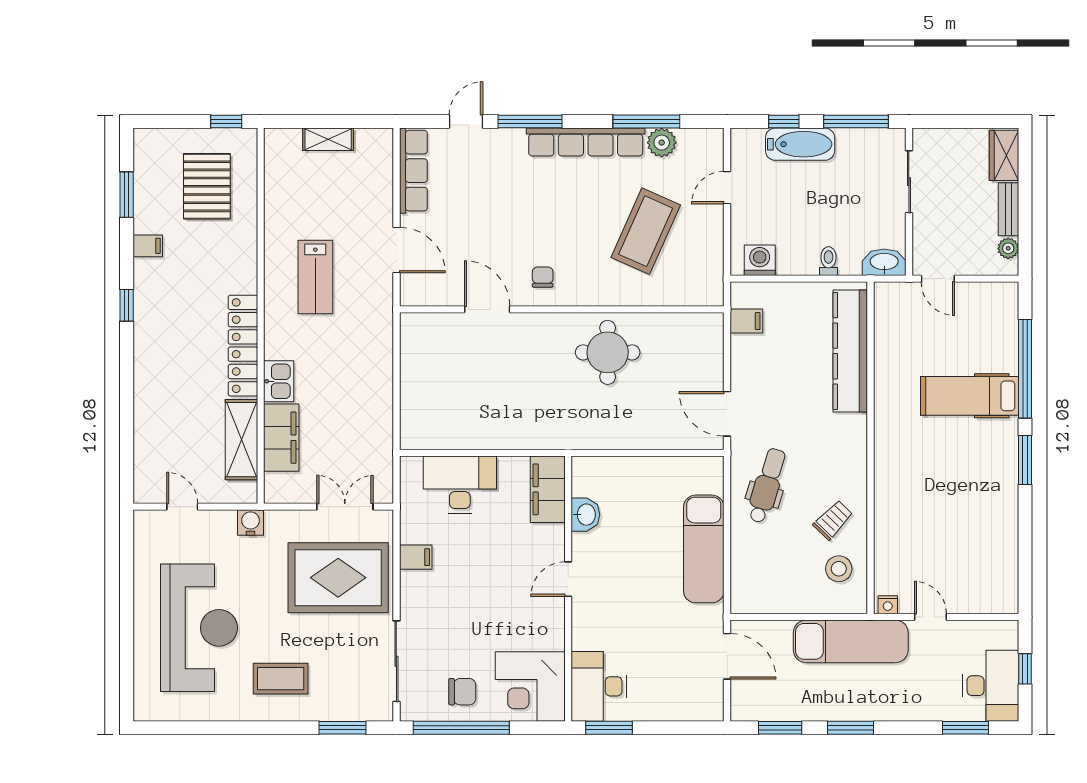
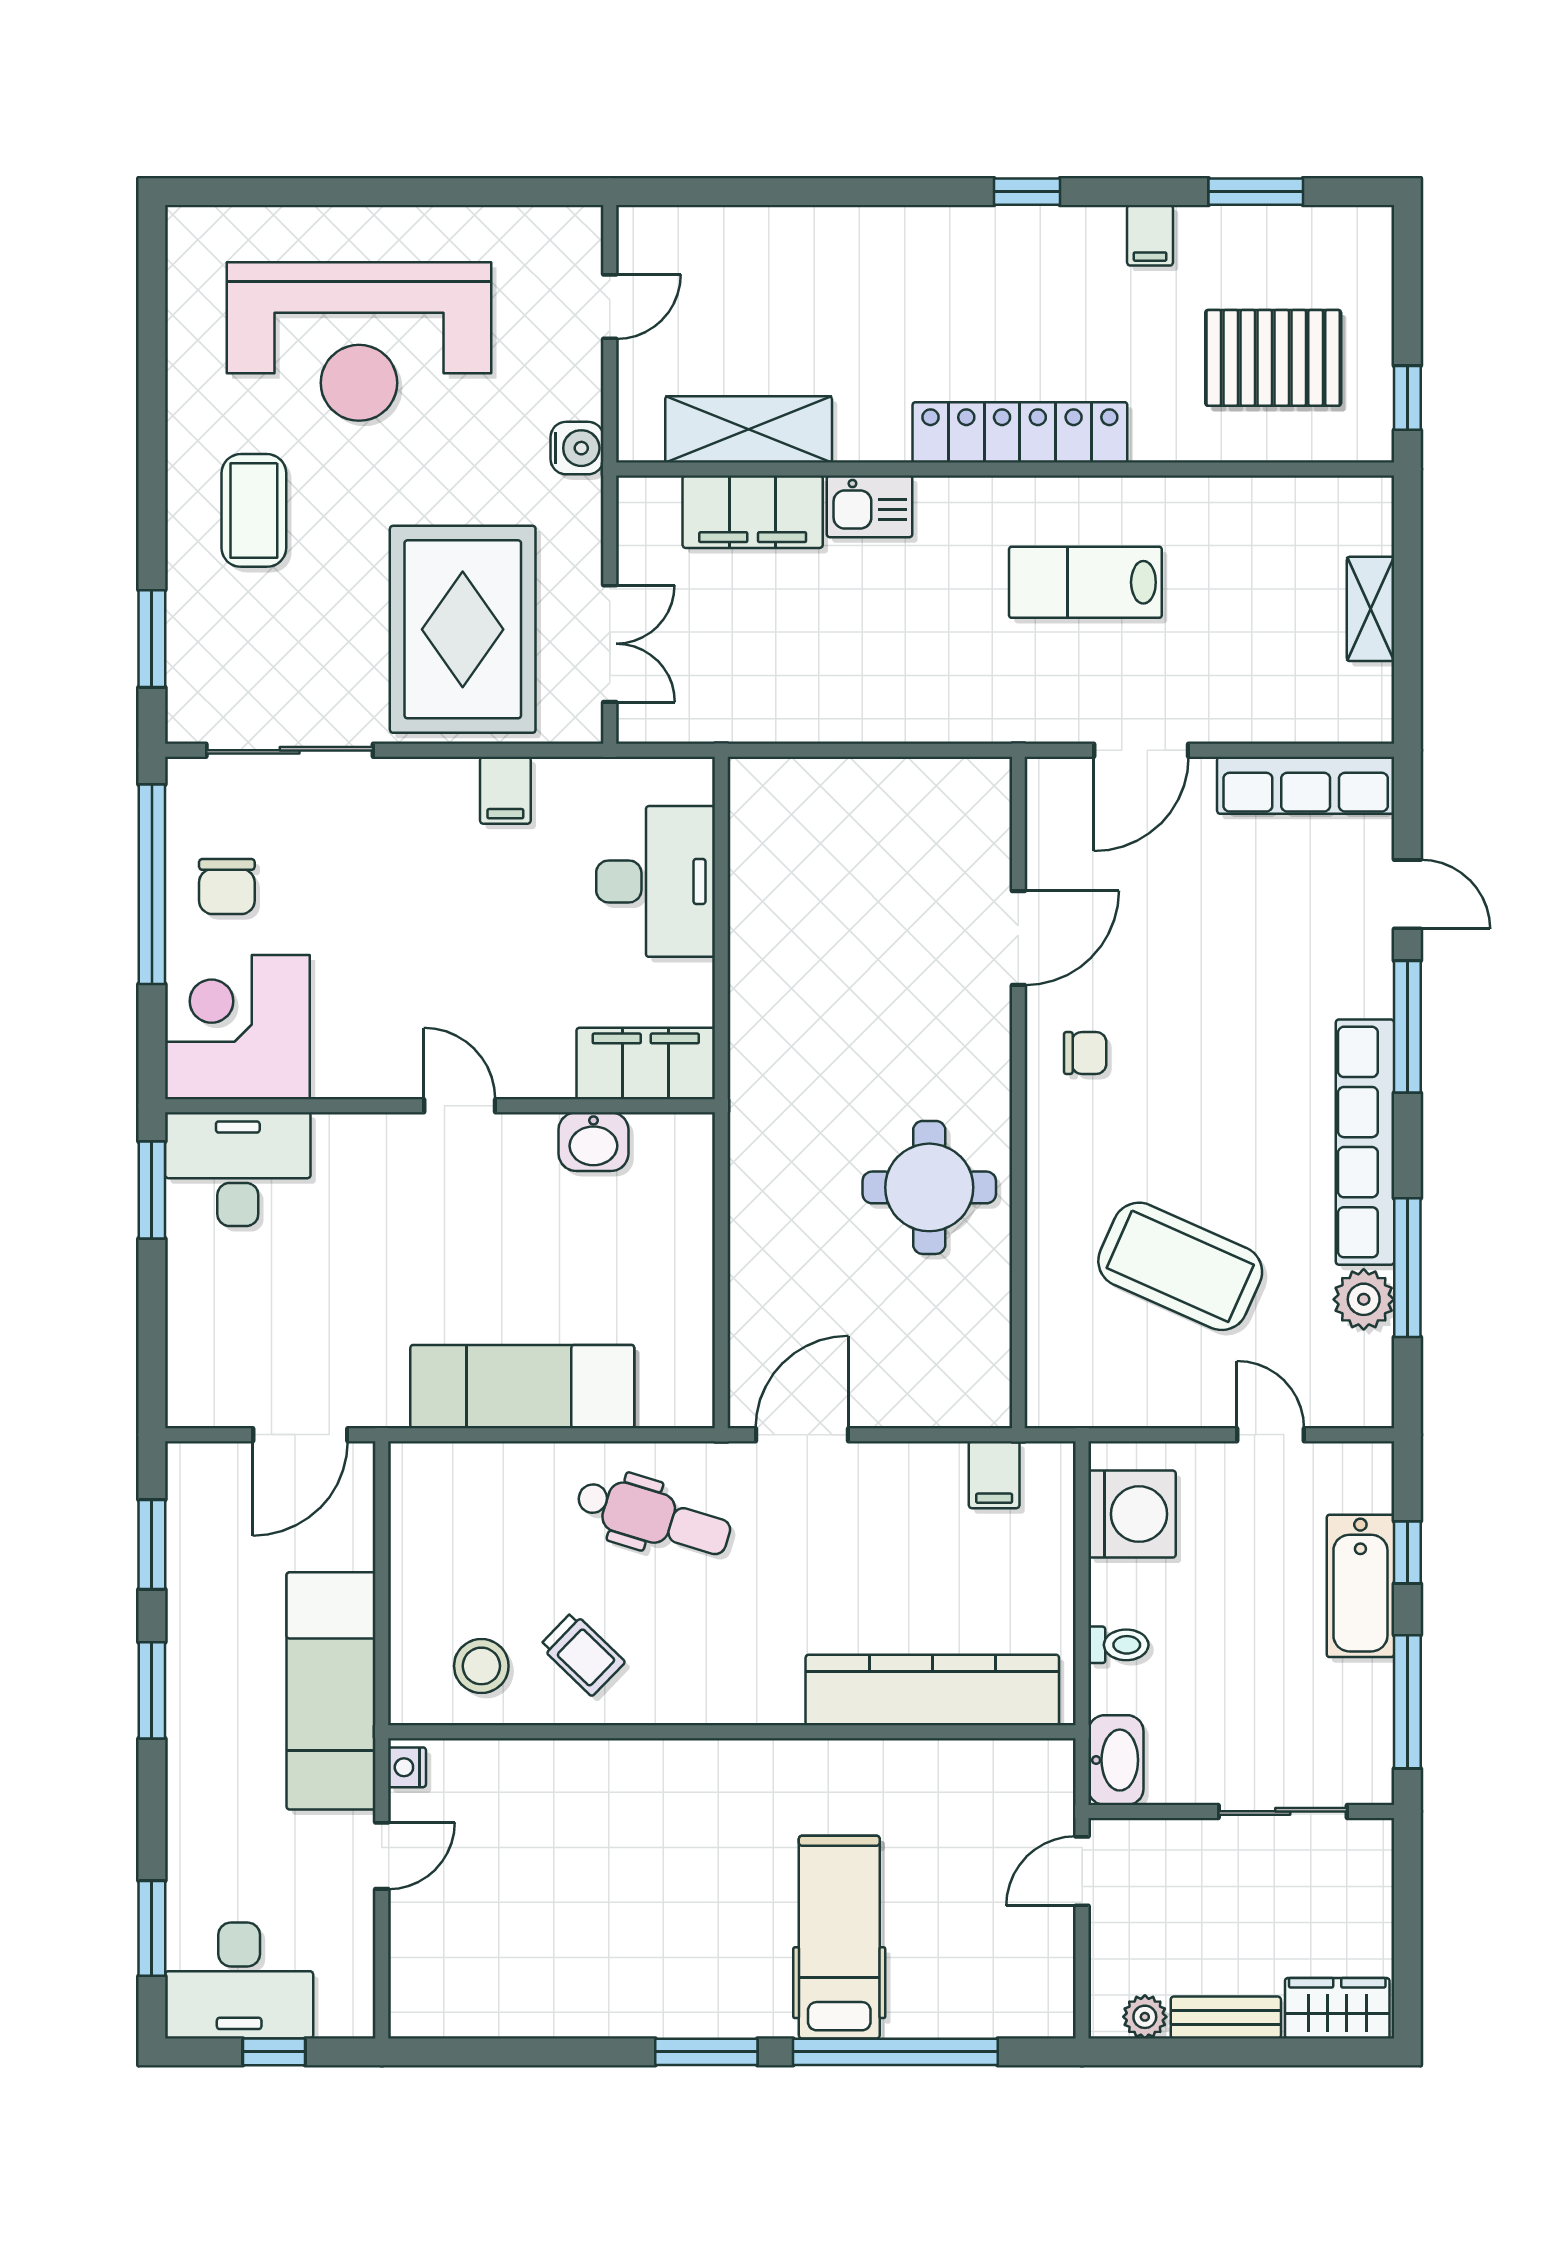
washing machine: (760, 260) -> (1132, 1514), width x1.37, depth x1.37
locker: (243, 346) -> (1020, 432), moved

